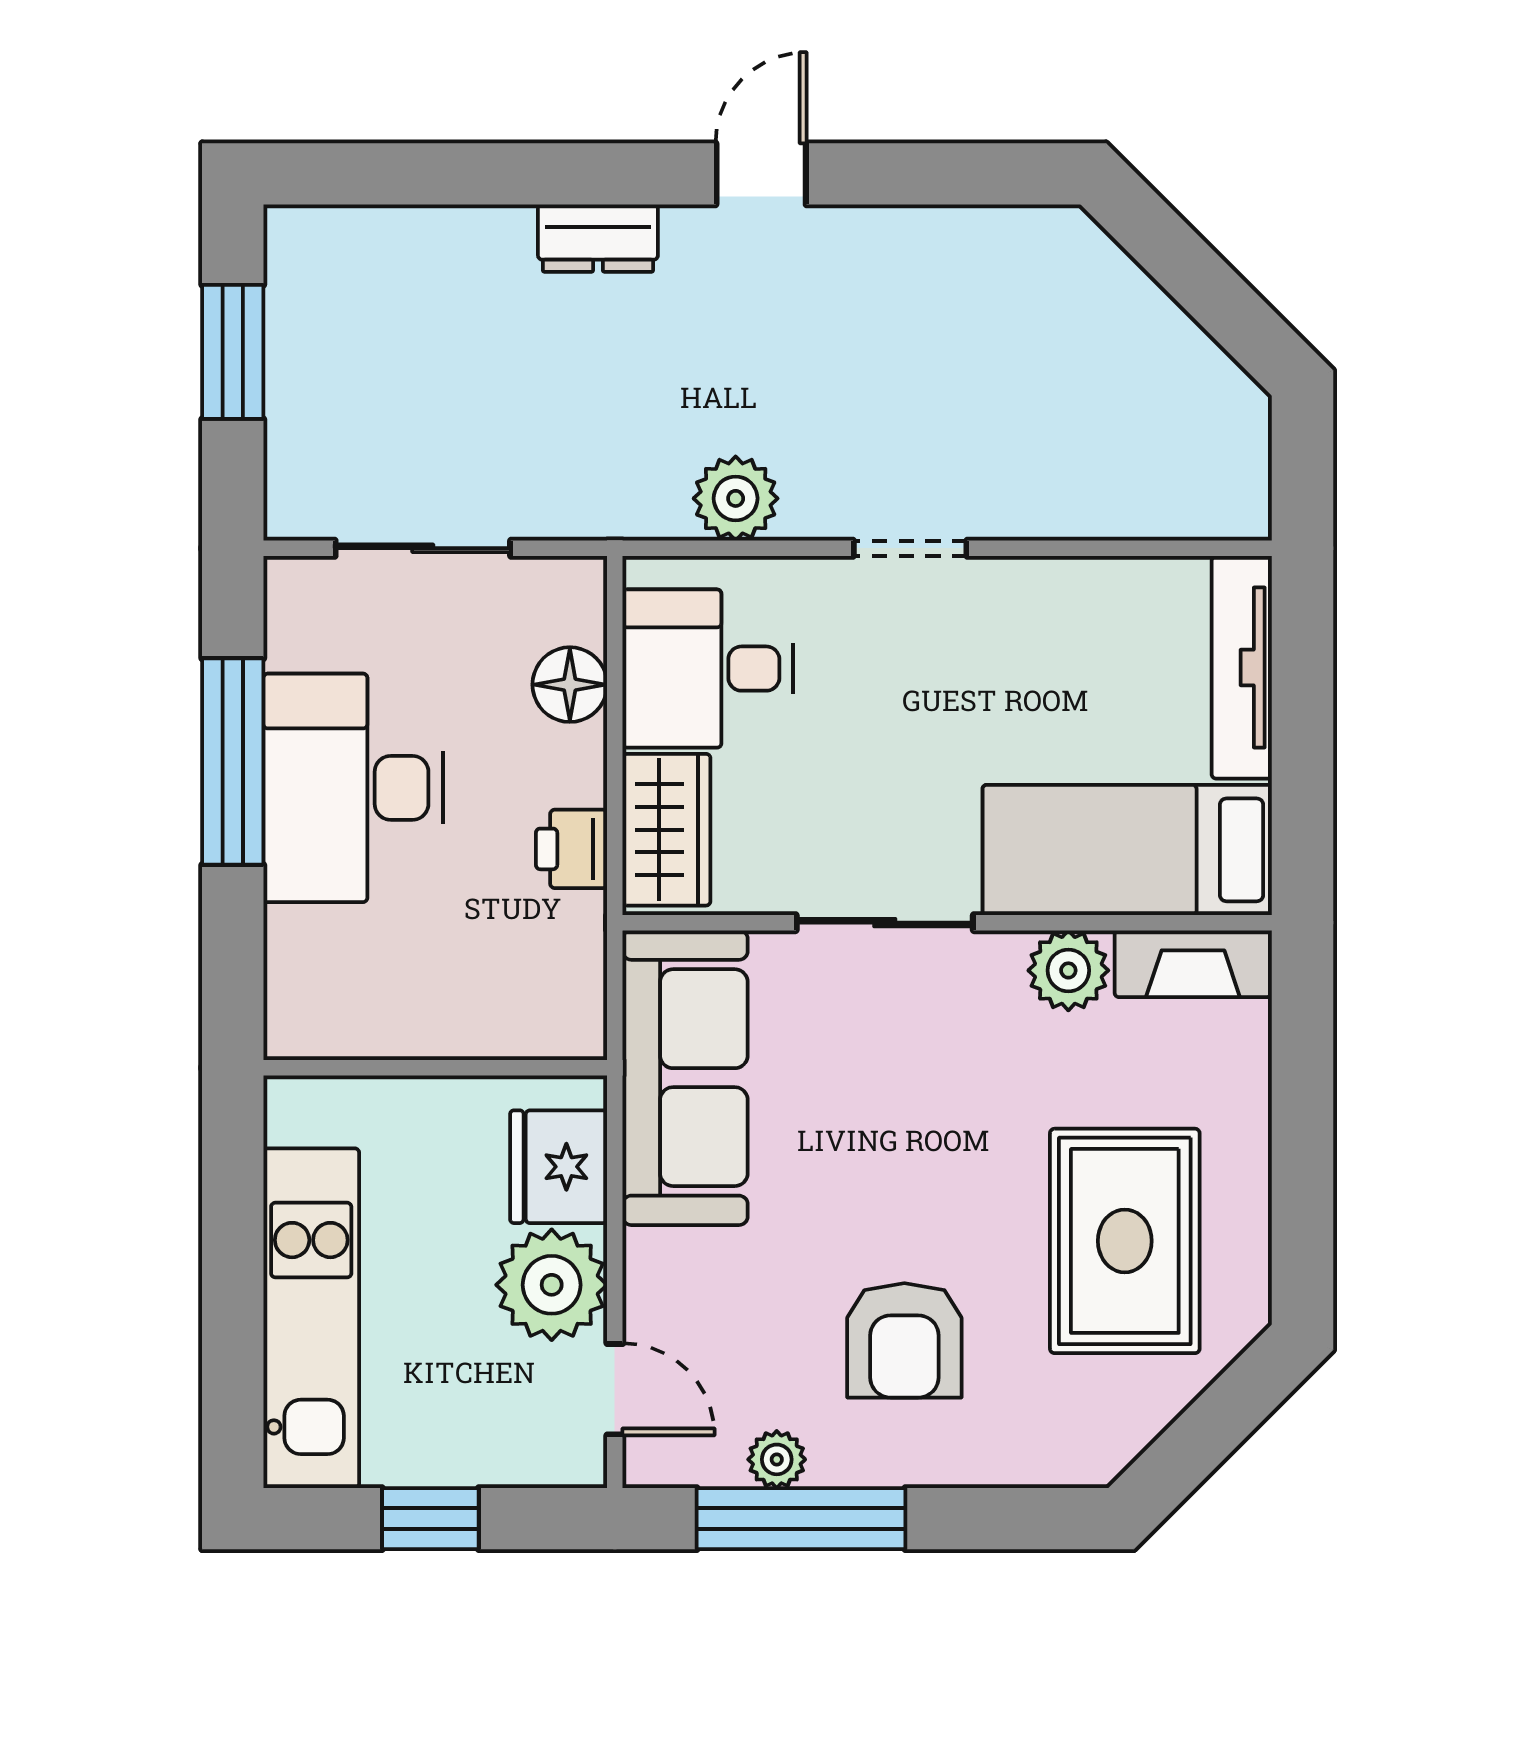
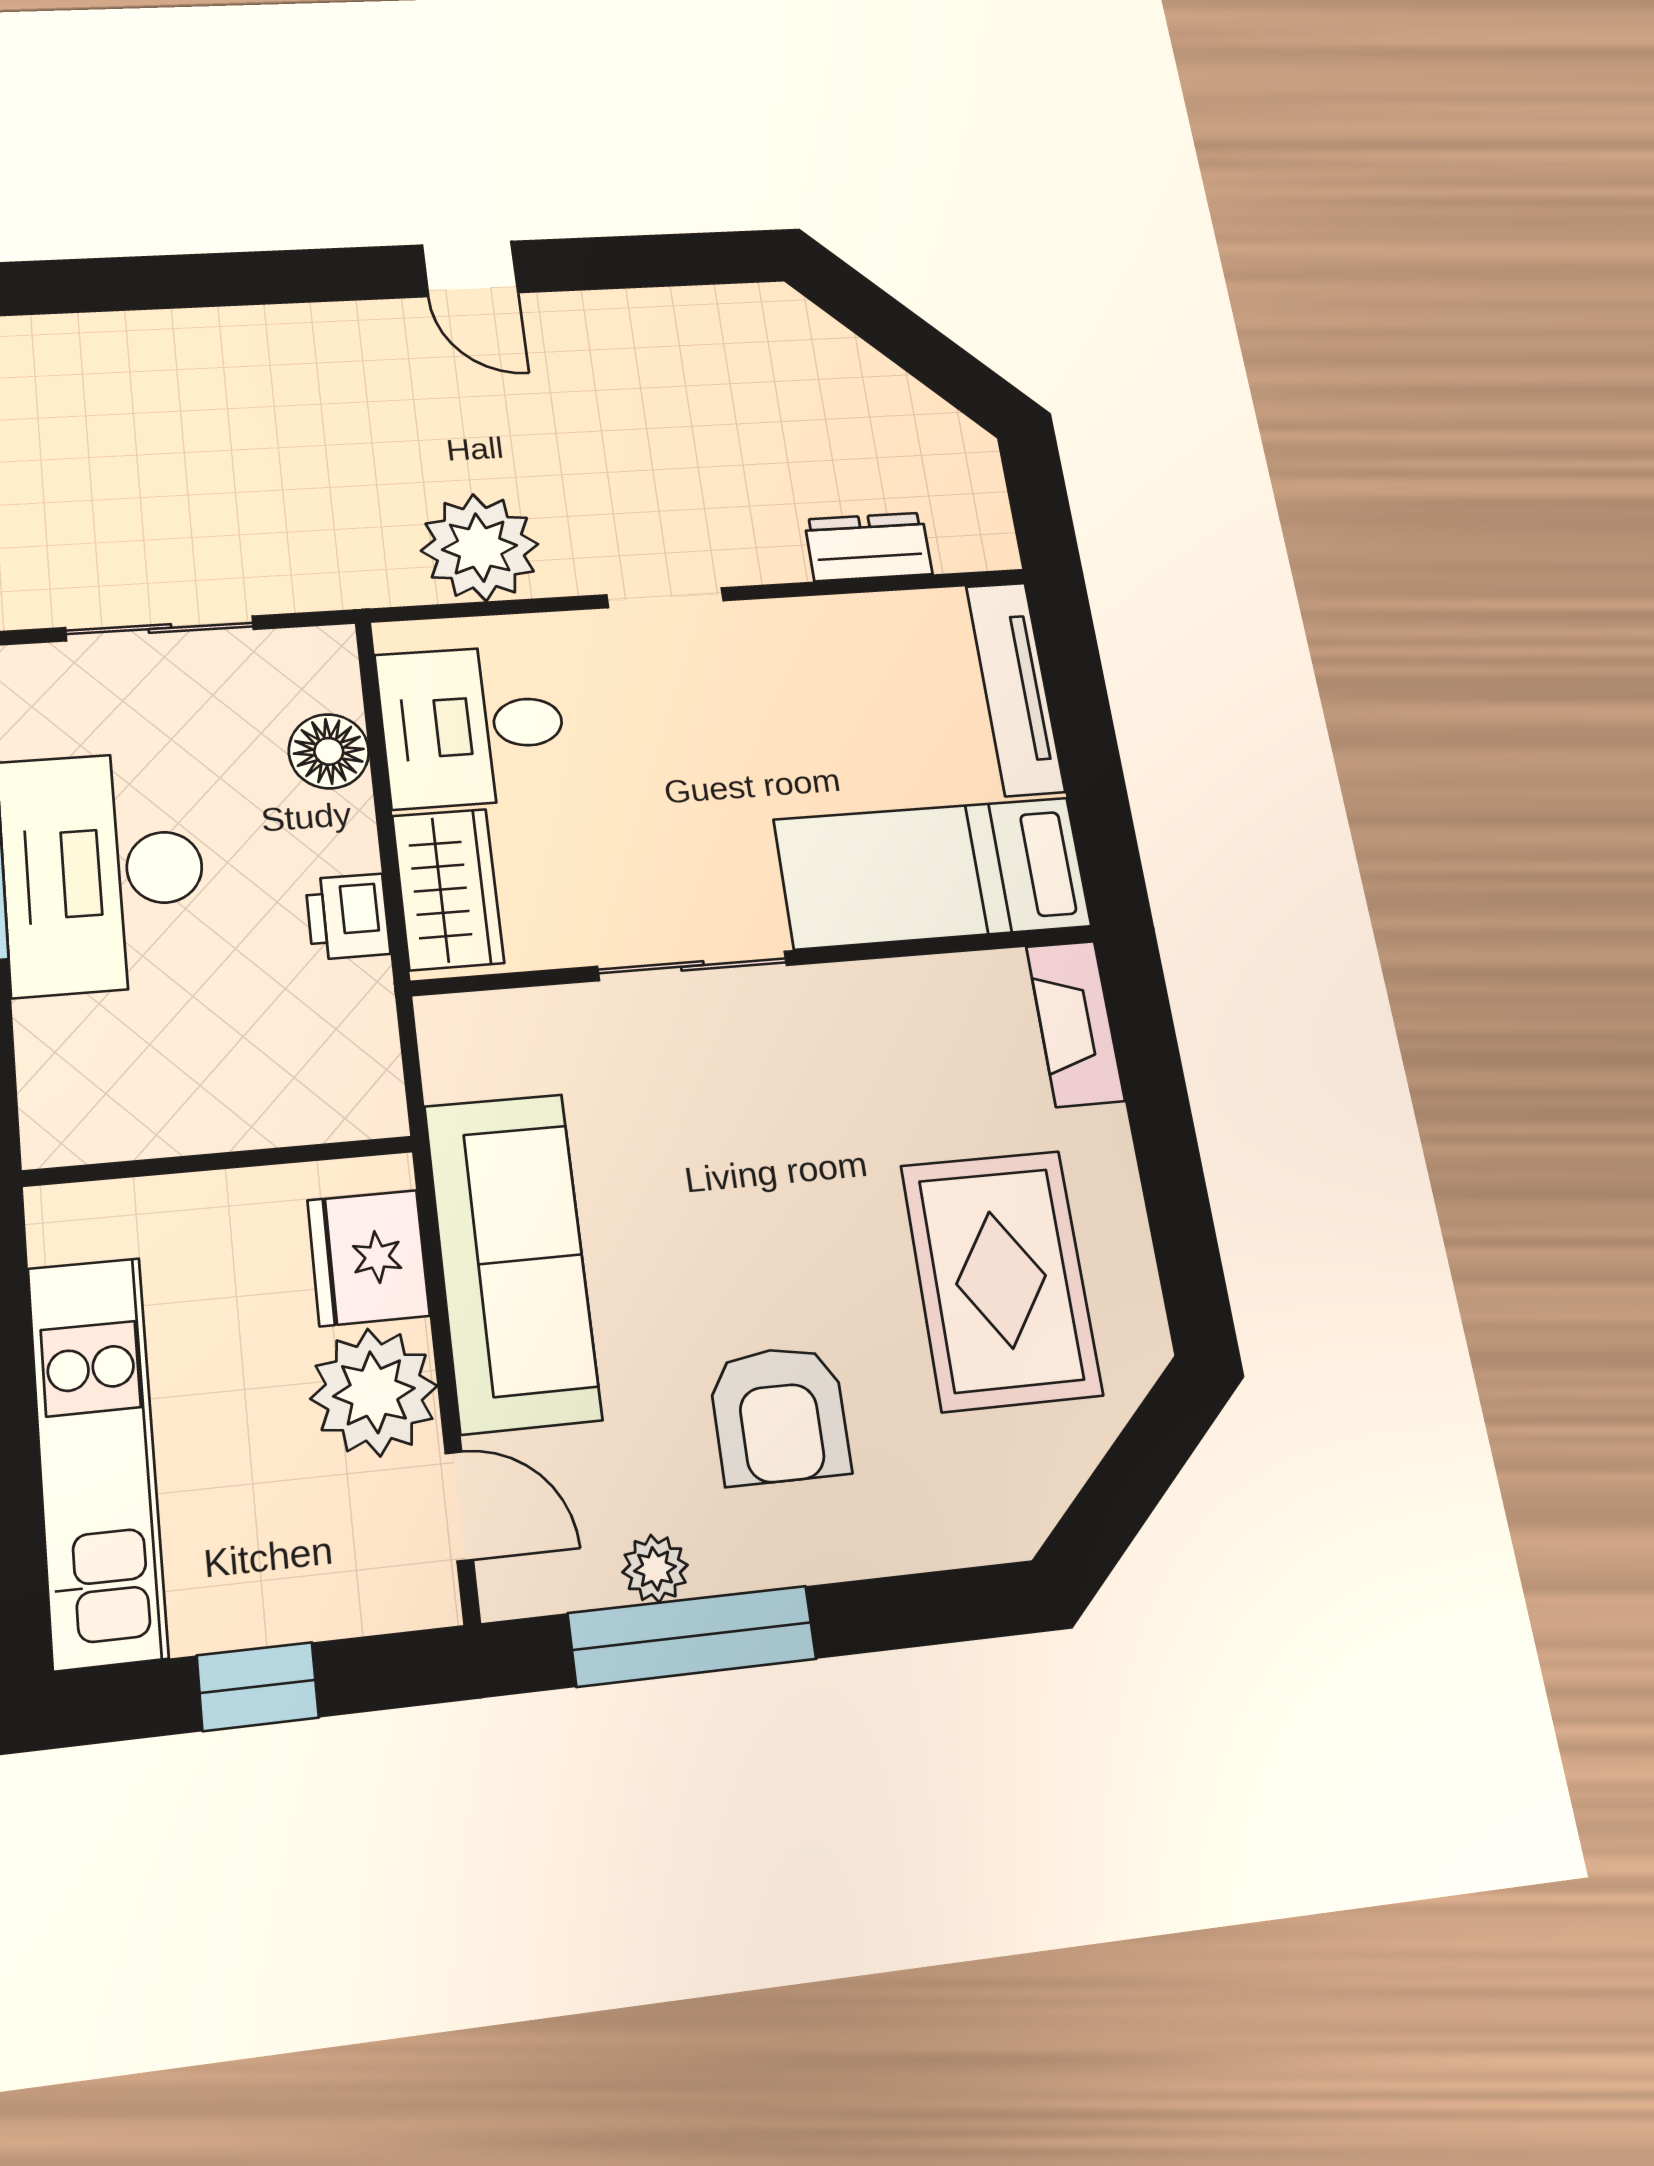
door: (761, 174) -> (470, 269), swing flipped
dresser: (598, 238) -> (868, 547), moved, turned 180
plant: (736, 498) -> (480, 547), width x1.36, depth x1.36
fireplace: (1193, 964) -> (1075, 1023), moved, turned 90
plant: (1068, 970) -> (893, 999), removed
sofa: (685, 1078) -> (512, 1261), moved

